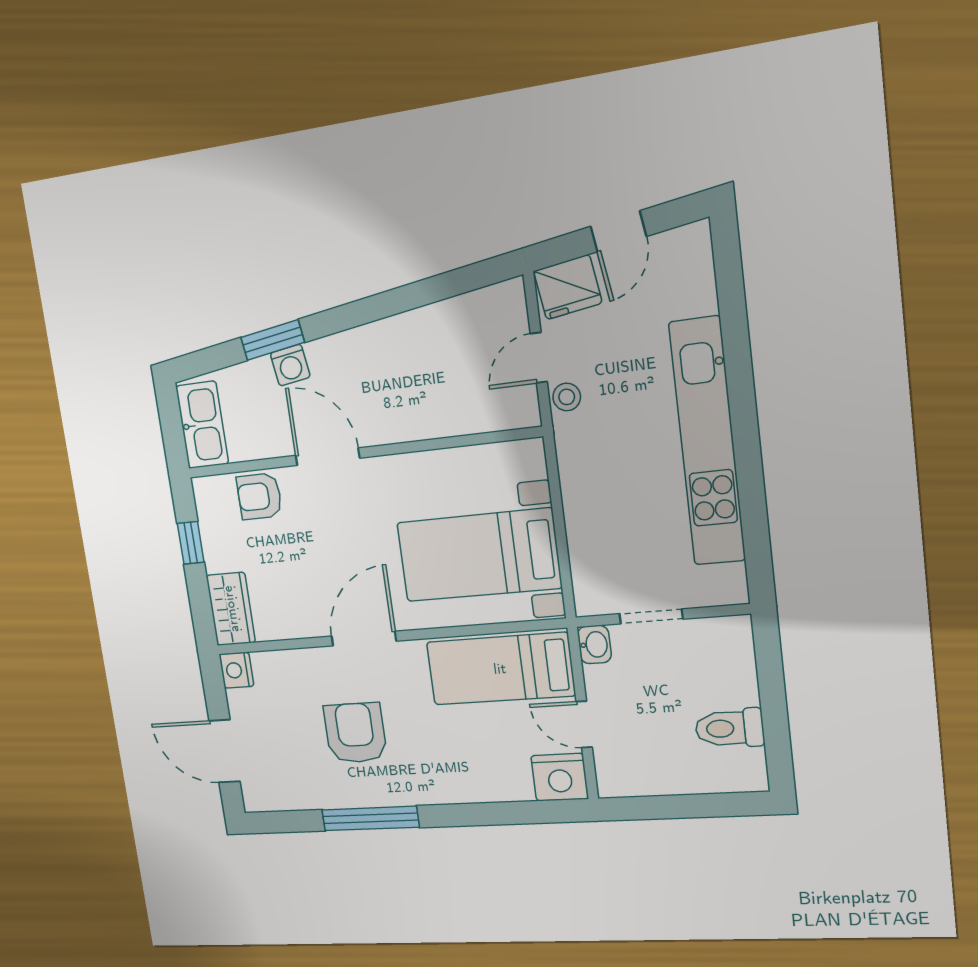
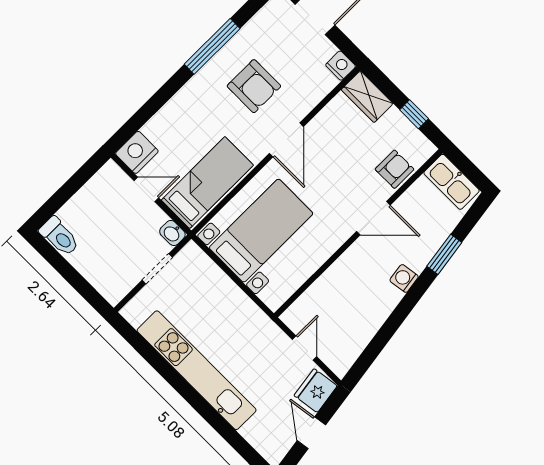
washing machine: (290, 365) -> (404, 278), moved
stool: (567, 397) -> (277, 340), removed
toilet: (729, 728) -> (59, 236), moved, turned 90

